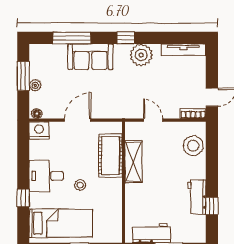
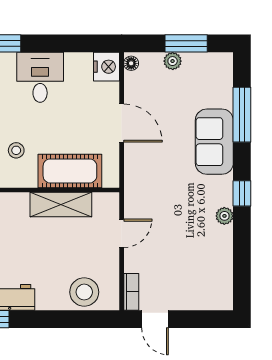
tv unit: (183, 50) -> (225, 278), removed
plant: (141, 55) -> (224, 216), width x0.53, depth x0.53
stool: (80, 185) -> (16, 150), moved

